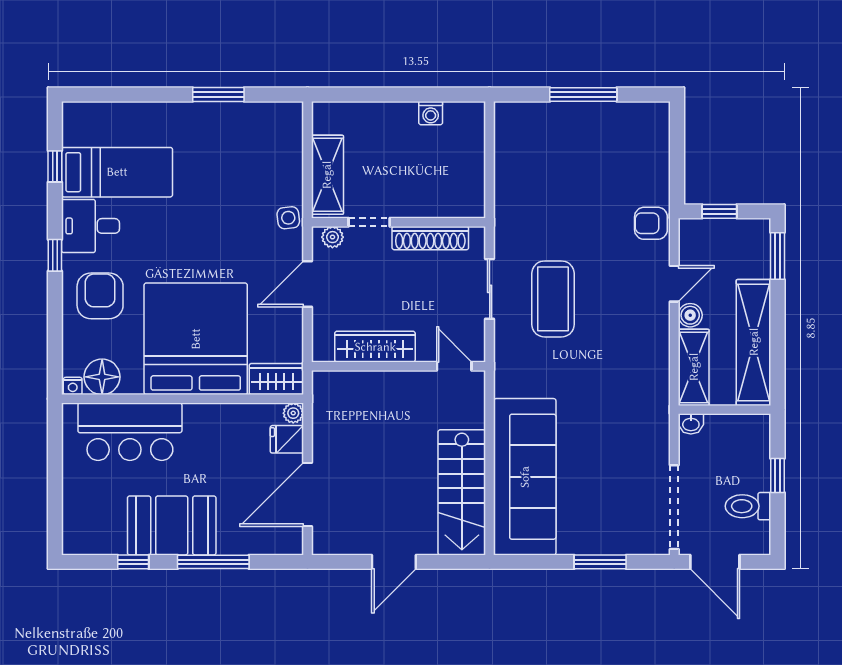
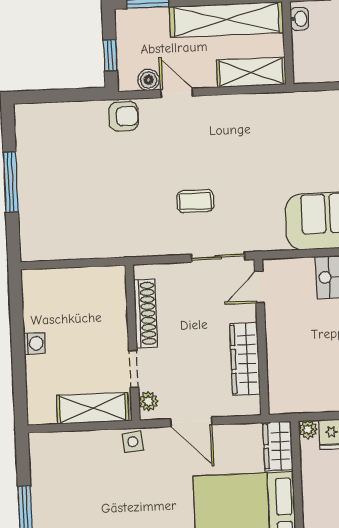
washing machine: (431, 113) -> (34, 343), moved
armchair: (651, 223) -> (124, 116), turned -90
sliding door: (490, 289) -> (218, 257), moved
coffee table: (553, 299) -> (195, 201), width x0.54, depth x0.58
boiler: (690, 315) -> (149, 80), moved
washbasin: (691, 424) -> (300, 19), moved

